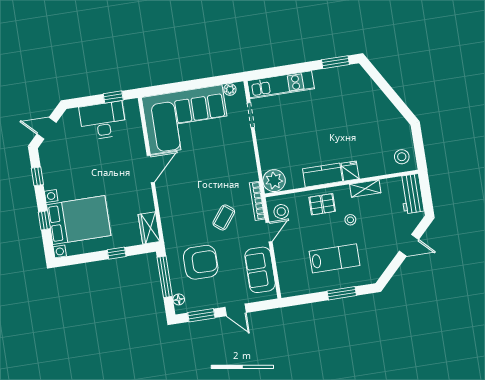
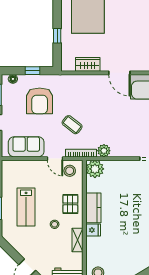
plant: (250, 173) -> (104, 151), added
wardrobe: (149, 228) -> (88, 64), moved
window: (165, 277) -> (33, 71), width x0.46

